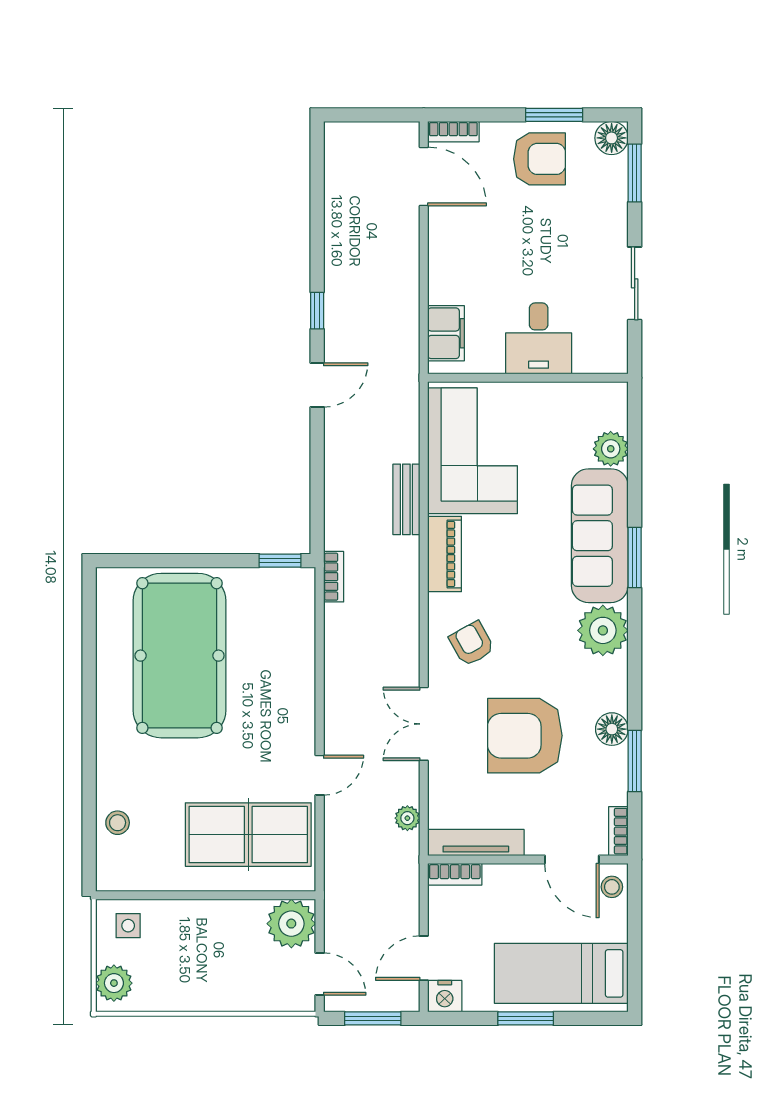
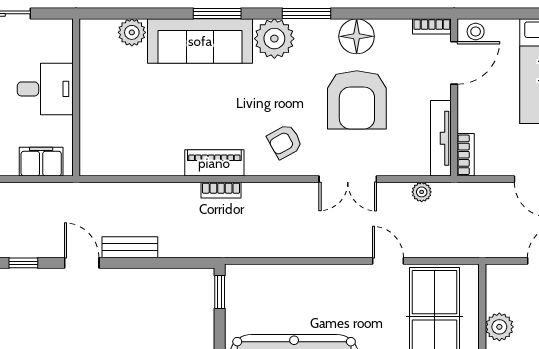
corner sofa: (473, 451) -> (133, 141), removed
bench: (406, 499) -> (130, 247), moved
bookcase: (334, 577) -> (221, 190), moved, turned 180
floor lamp: (612, 729) -> (357, 36), width x1.38, depth x1.38
window: (635, 761) -> (306, 14), moved
plant: (291, 924) -> (499, 327), moved, width x0.73, depth x0.73

